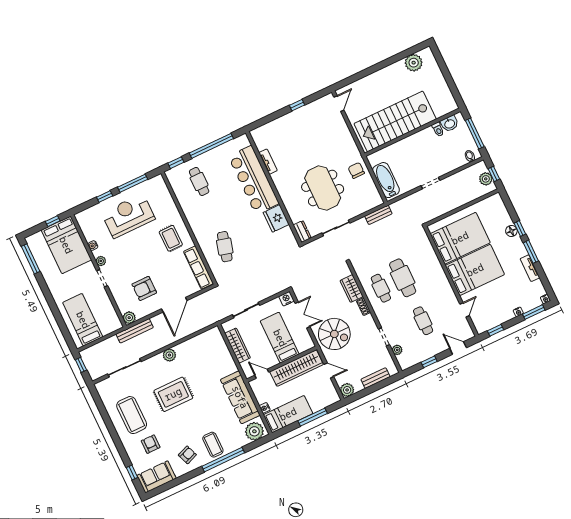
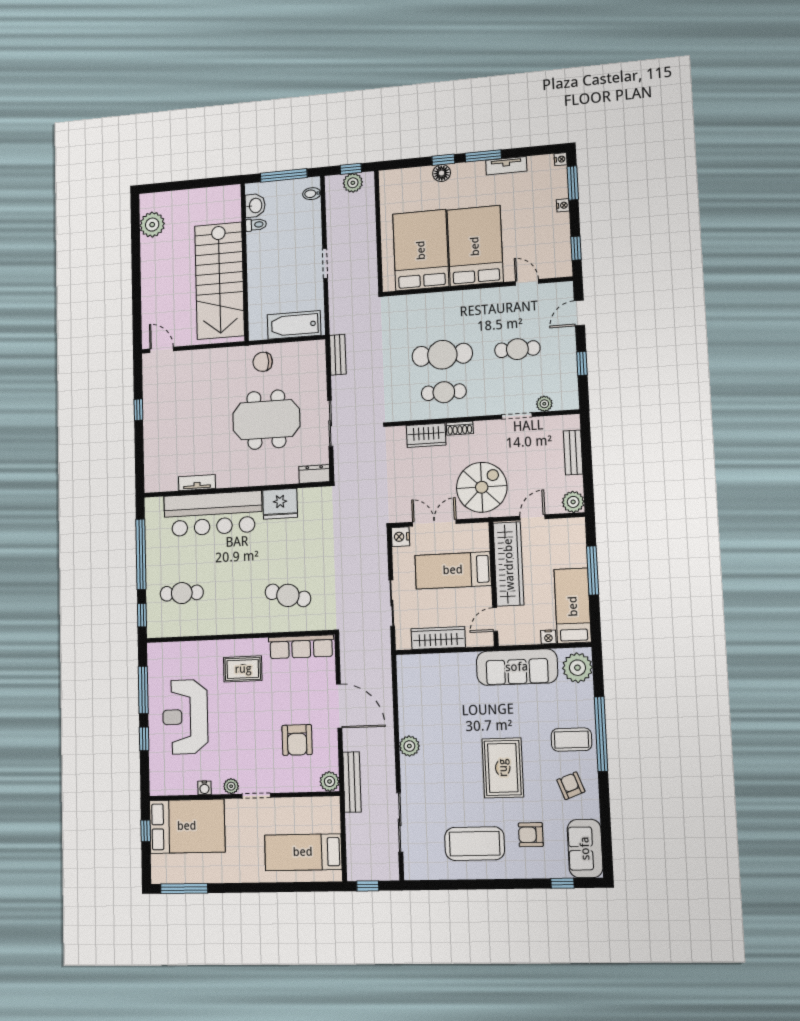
rug: (173, 394) -> (503, 768), moved

